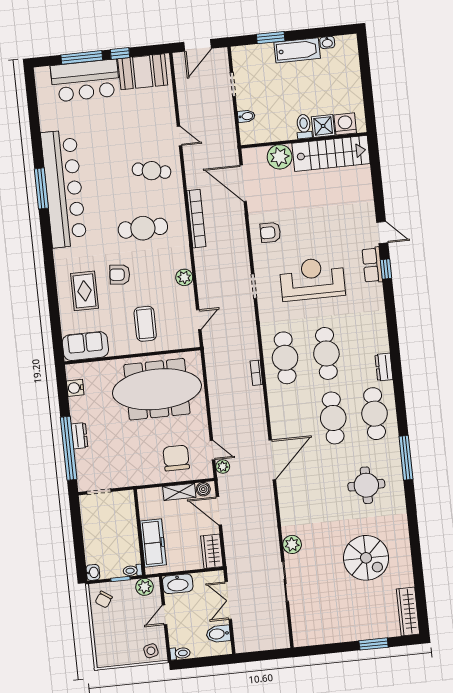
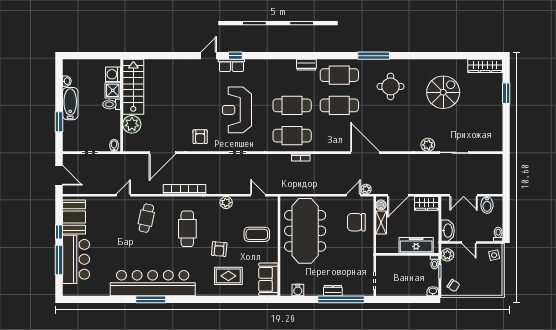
washing machine: (345, 124) -> (113, 74), moved
toilet: (304, 126) -> (112, 104), moved
shower: (323, 126) -> (113, 90), moved
wall: (304, 140) -> (122, 105), moved
stairs: (331, 153) -> (133, 87), moved
plant: (280, 157) -> (132, 124), moved

